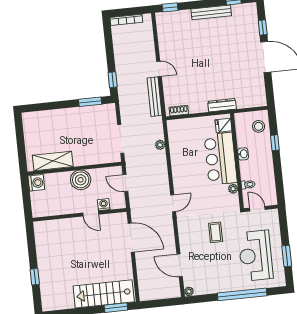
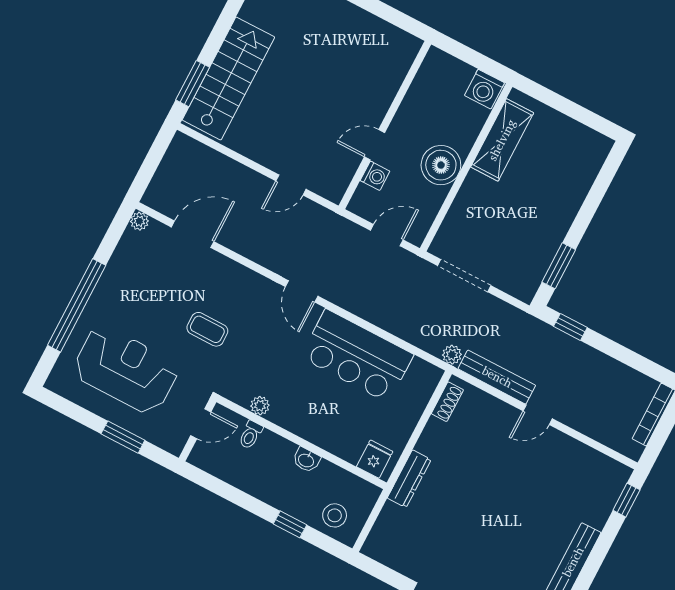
plant: (160, 145) -> (452, 355), moved
bar counter: (221, 159) -> (357, 356), moved, turned 180
door: (131, 238) -> (291, 185), width x0.53
window: (287, 256) -> (123, 437), moved

